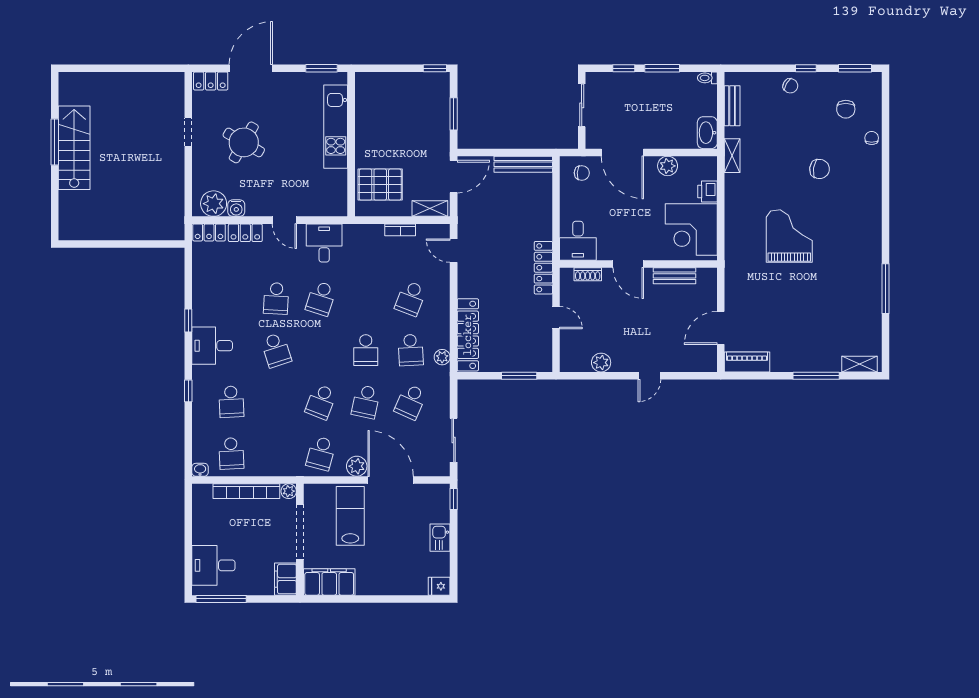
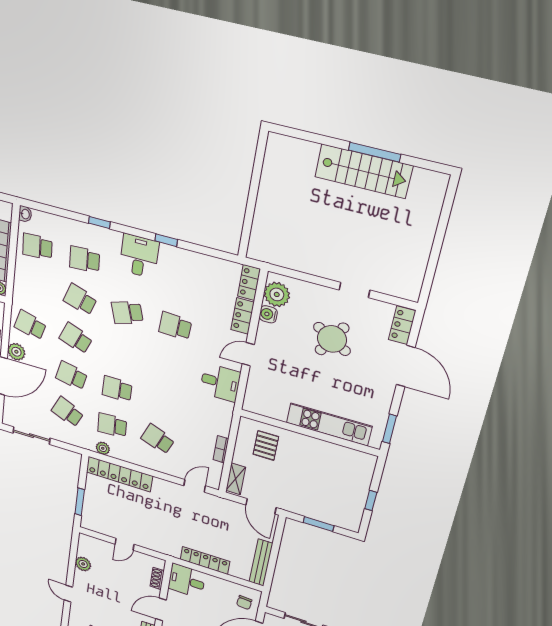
window: (435, 68) -> (371, 500), moved
pallet: (380, 185) -> (266, 445), width x0.67, depth x0.71
locker: (543, 268) -> (205, 560), moved
school desk: (321, 298) -> (80, 300), moved

